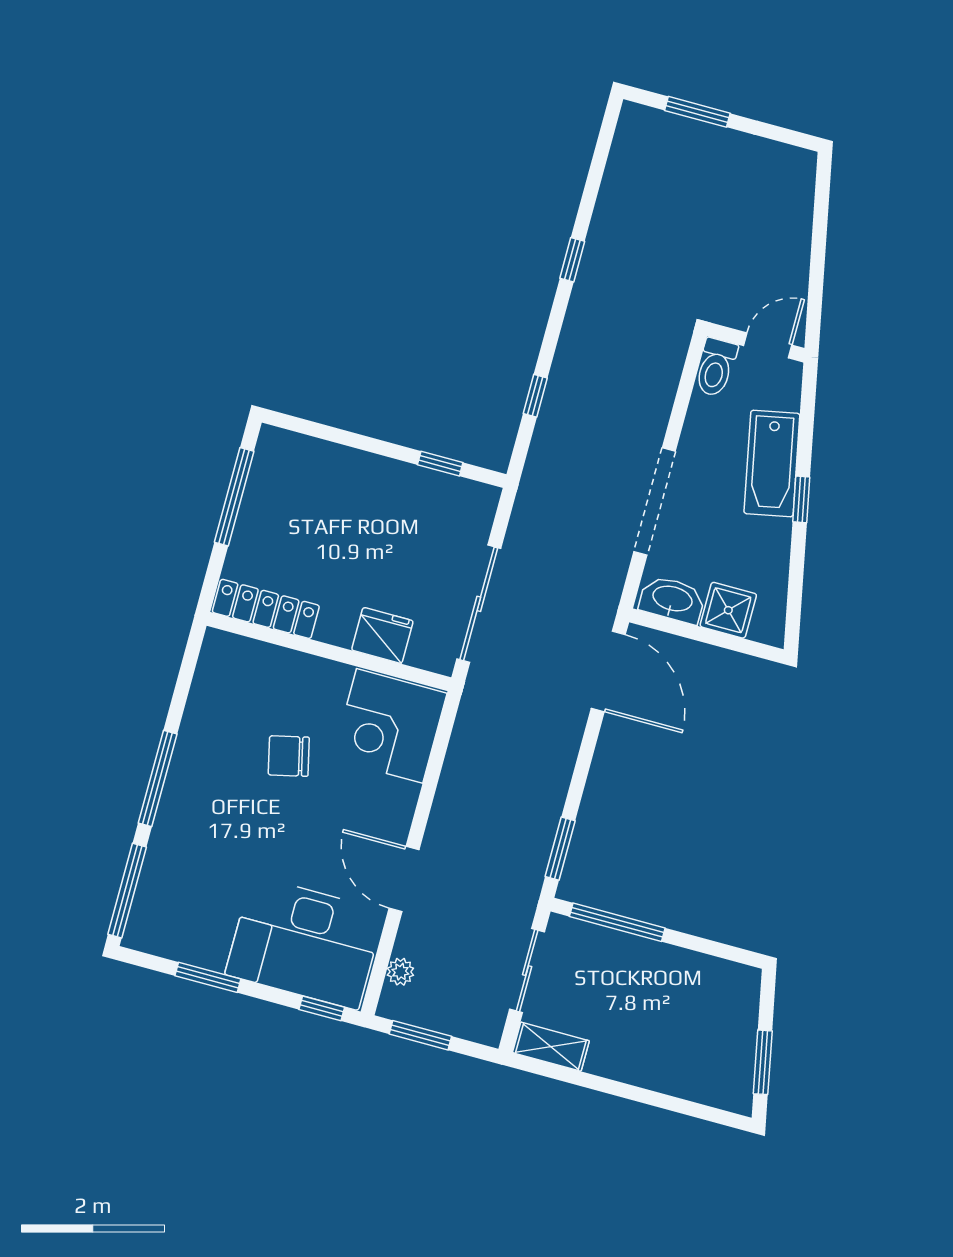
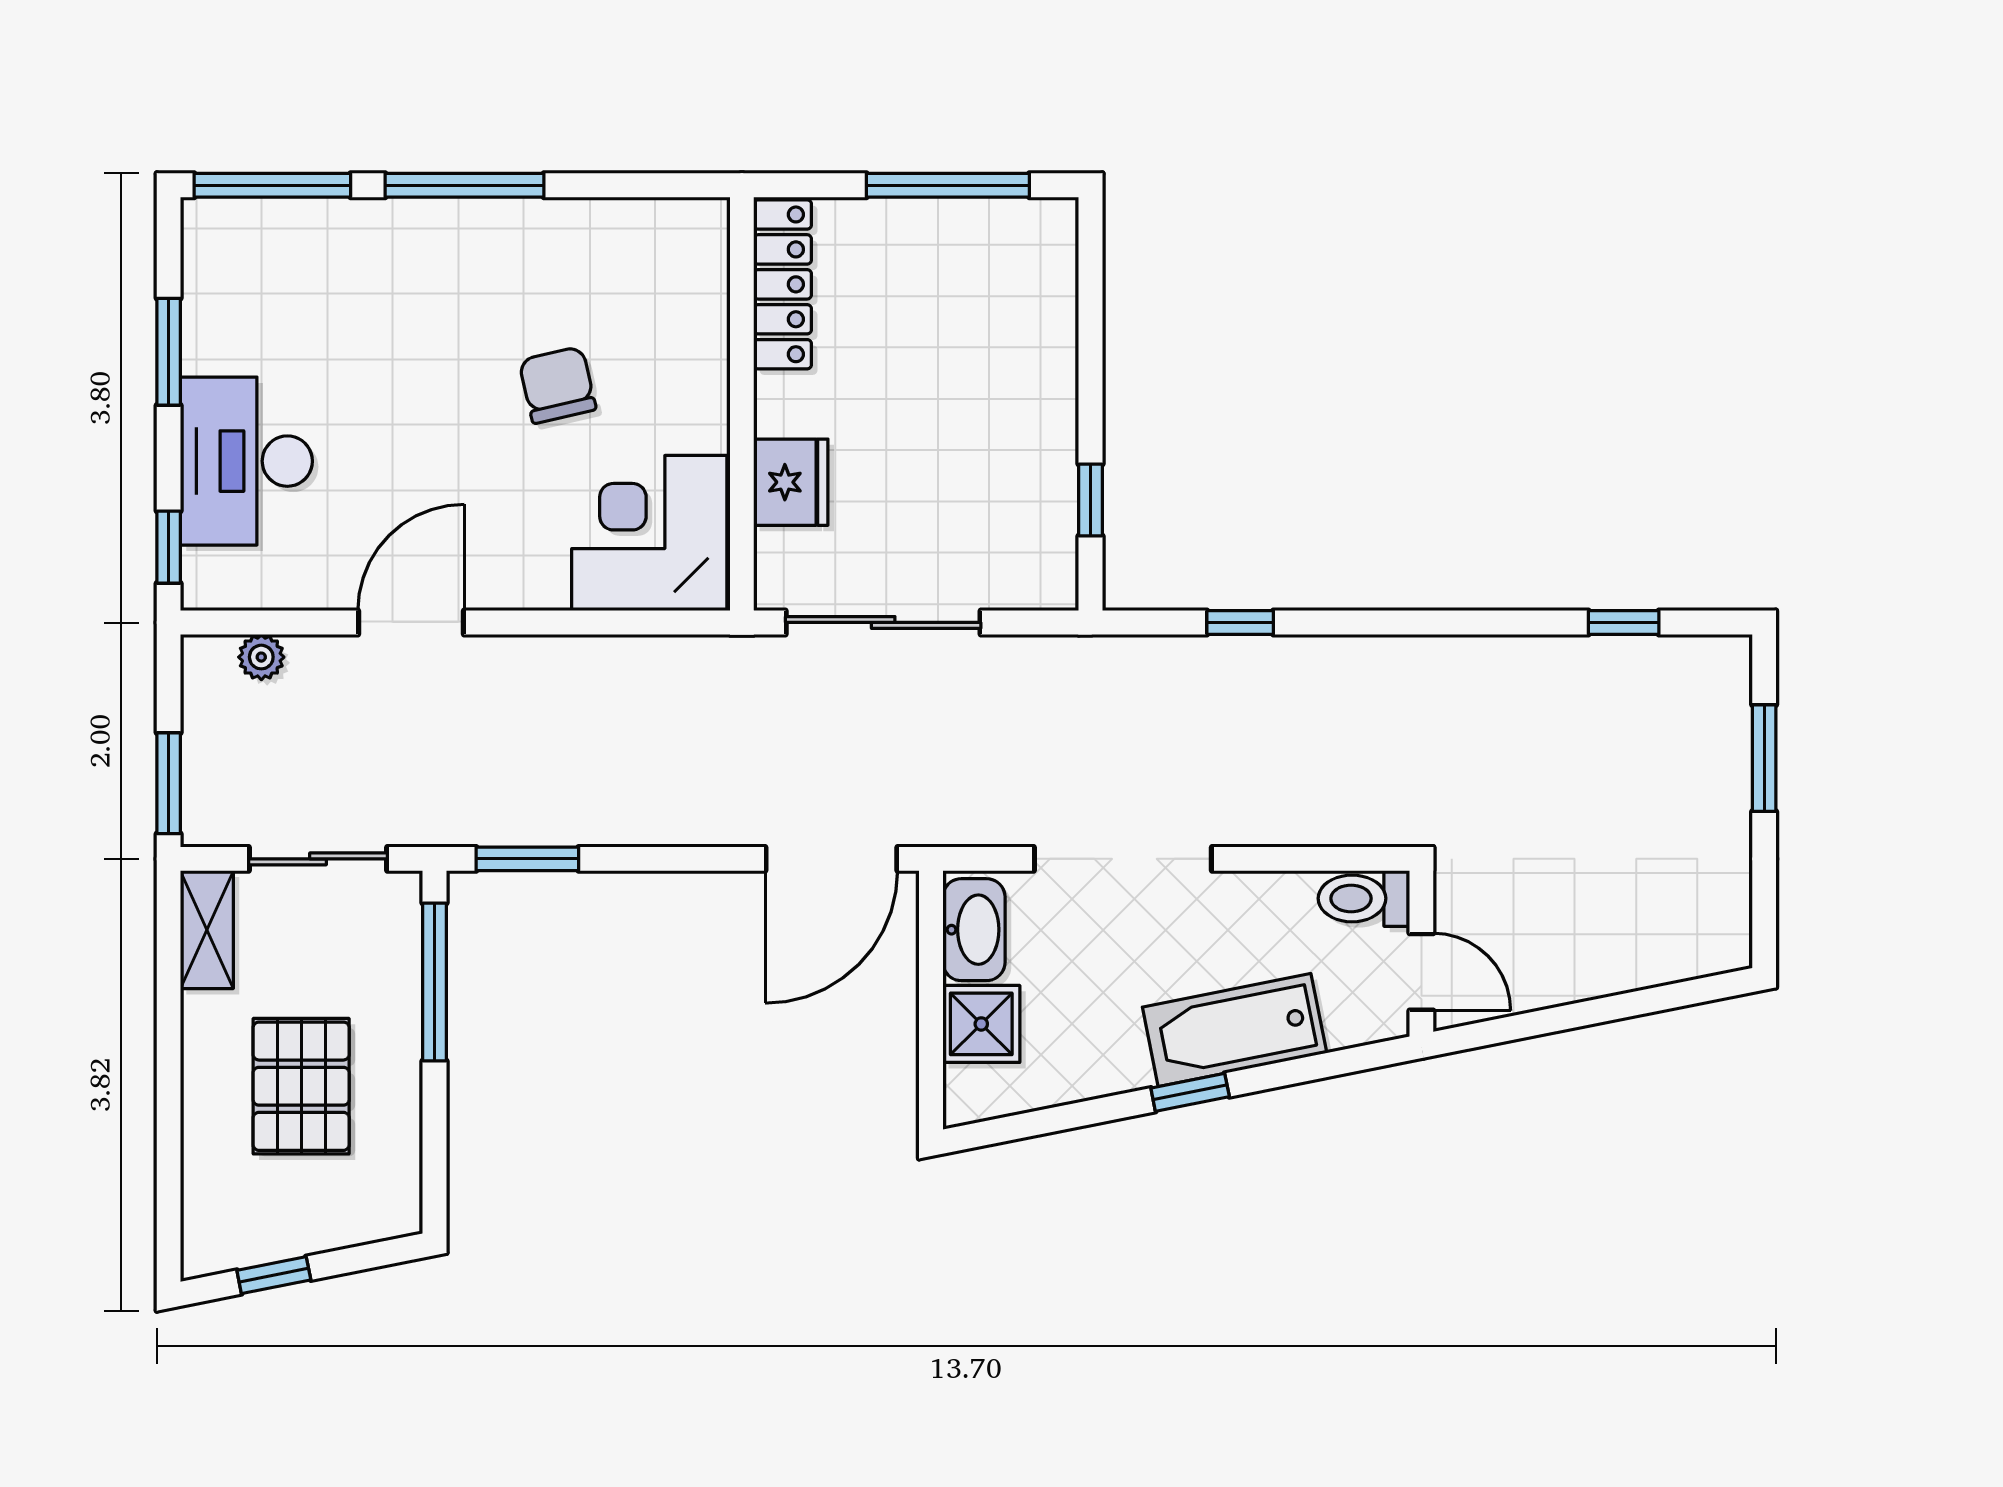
window: (572, 260) -> (1624, 622), moved
desk: (305, 943) -> (246, 461), width x0.73, depth x0.77
pallet: (657, 1016) -> (301, 1086), added
window: (420, 1035) -> (169, 783), moved
window: (763, 1062) -> (274, 1275), width x0.67

